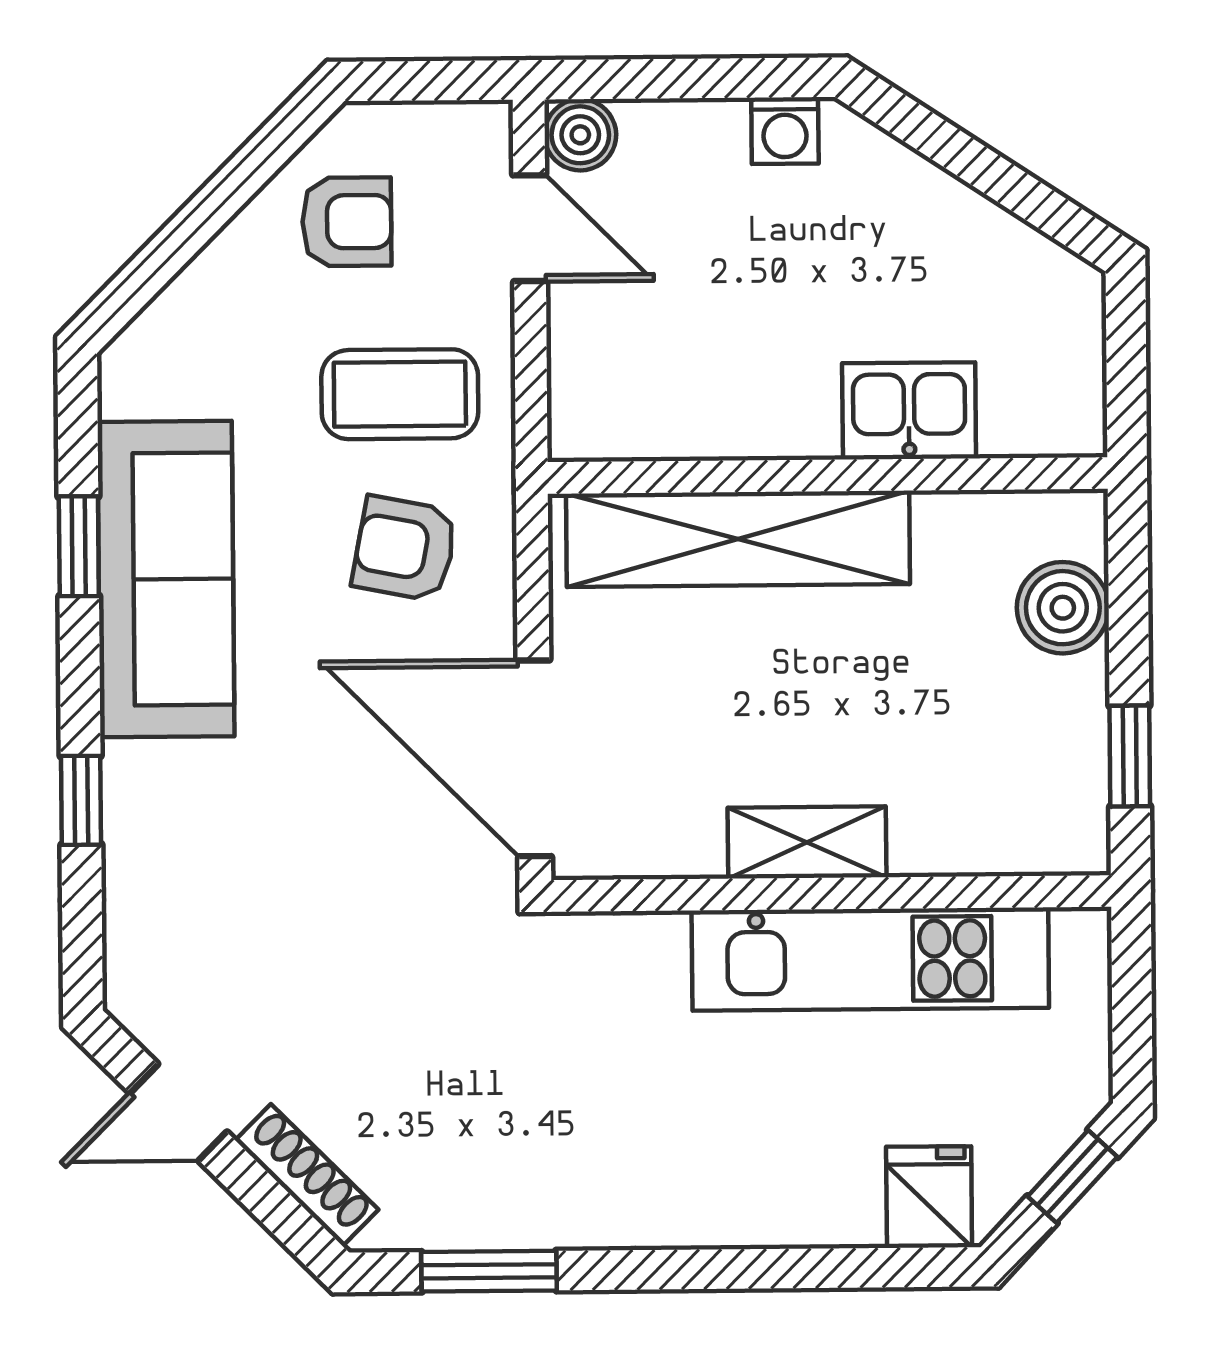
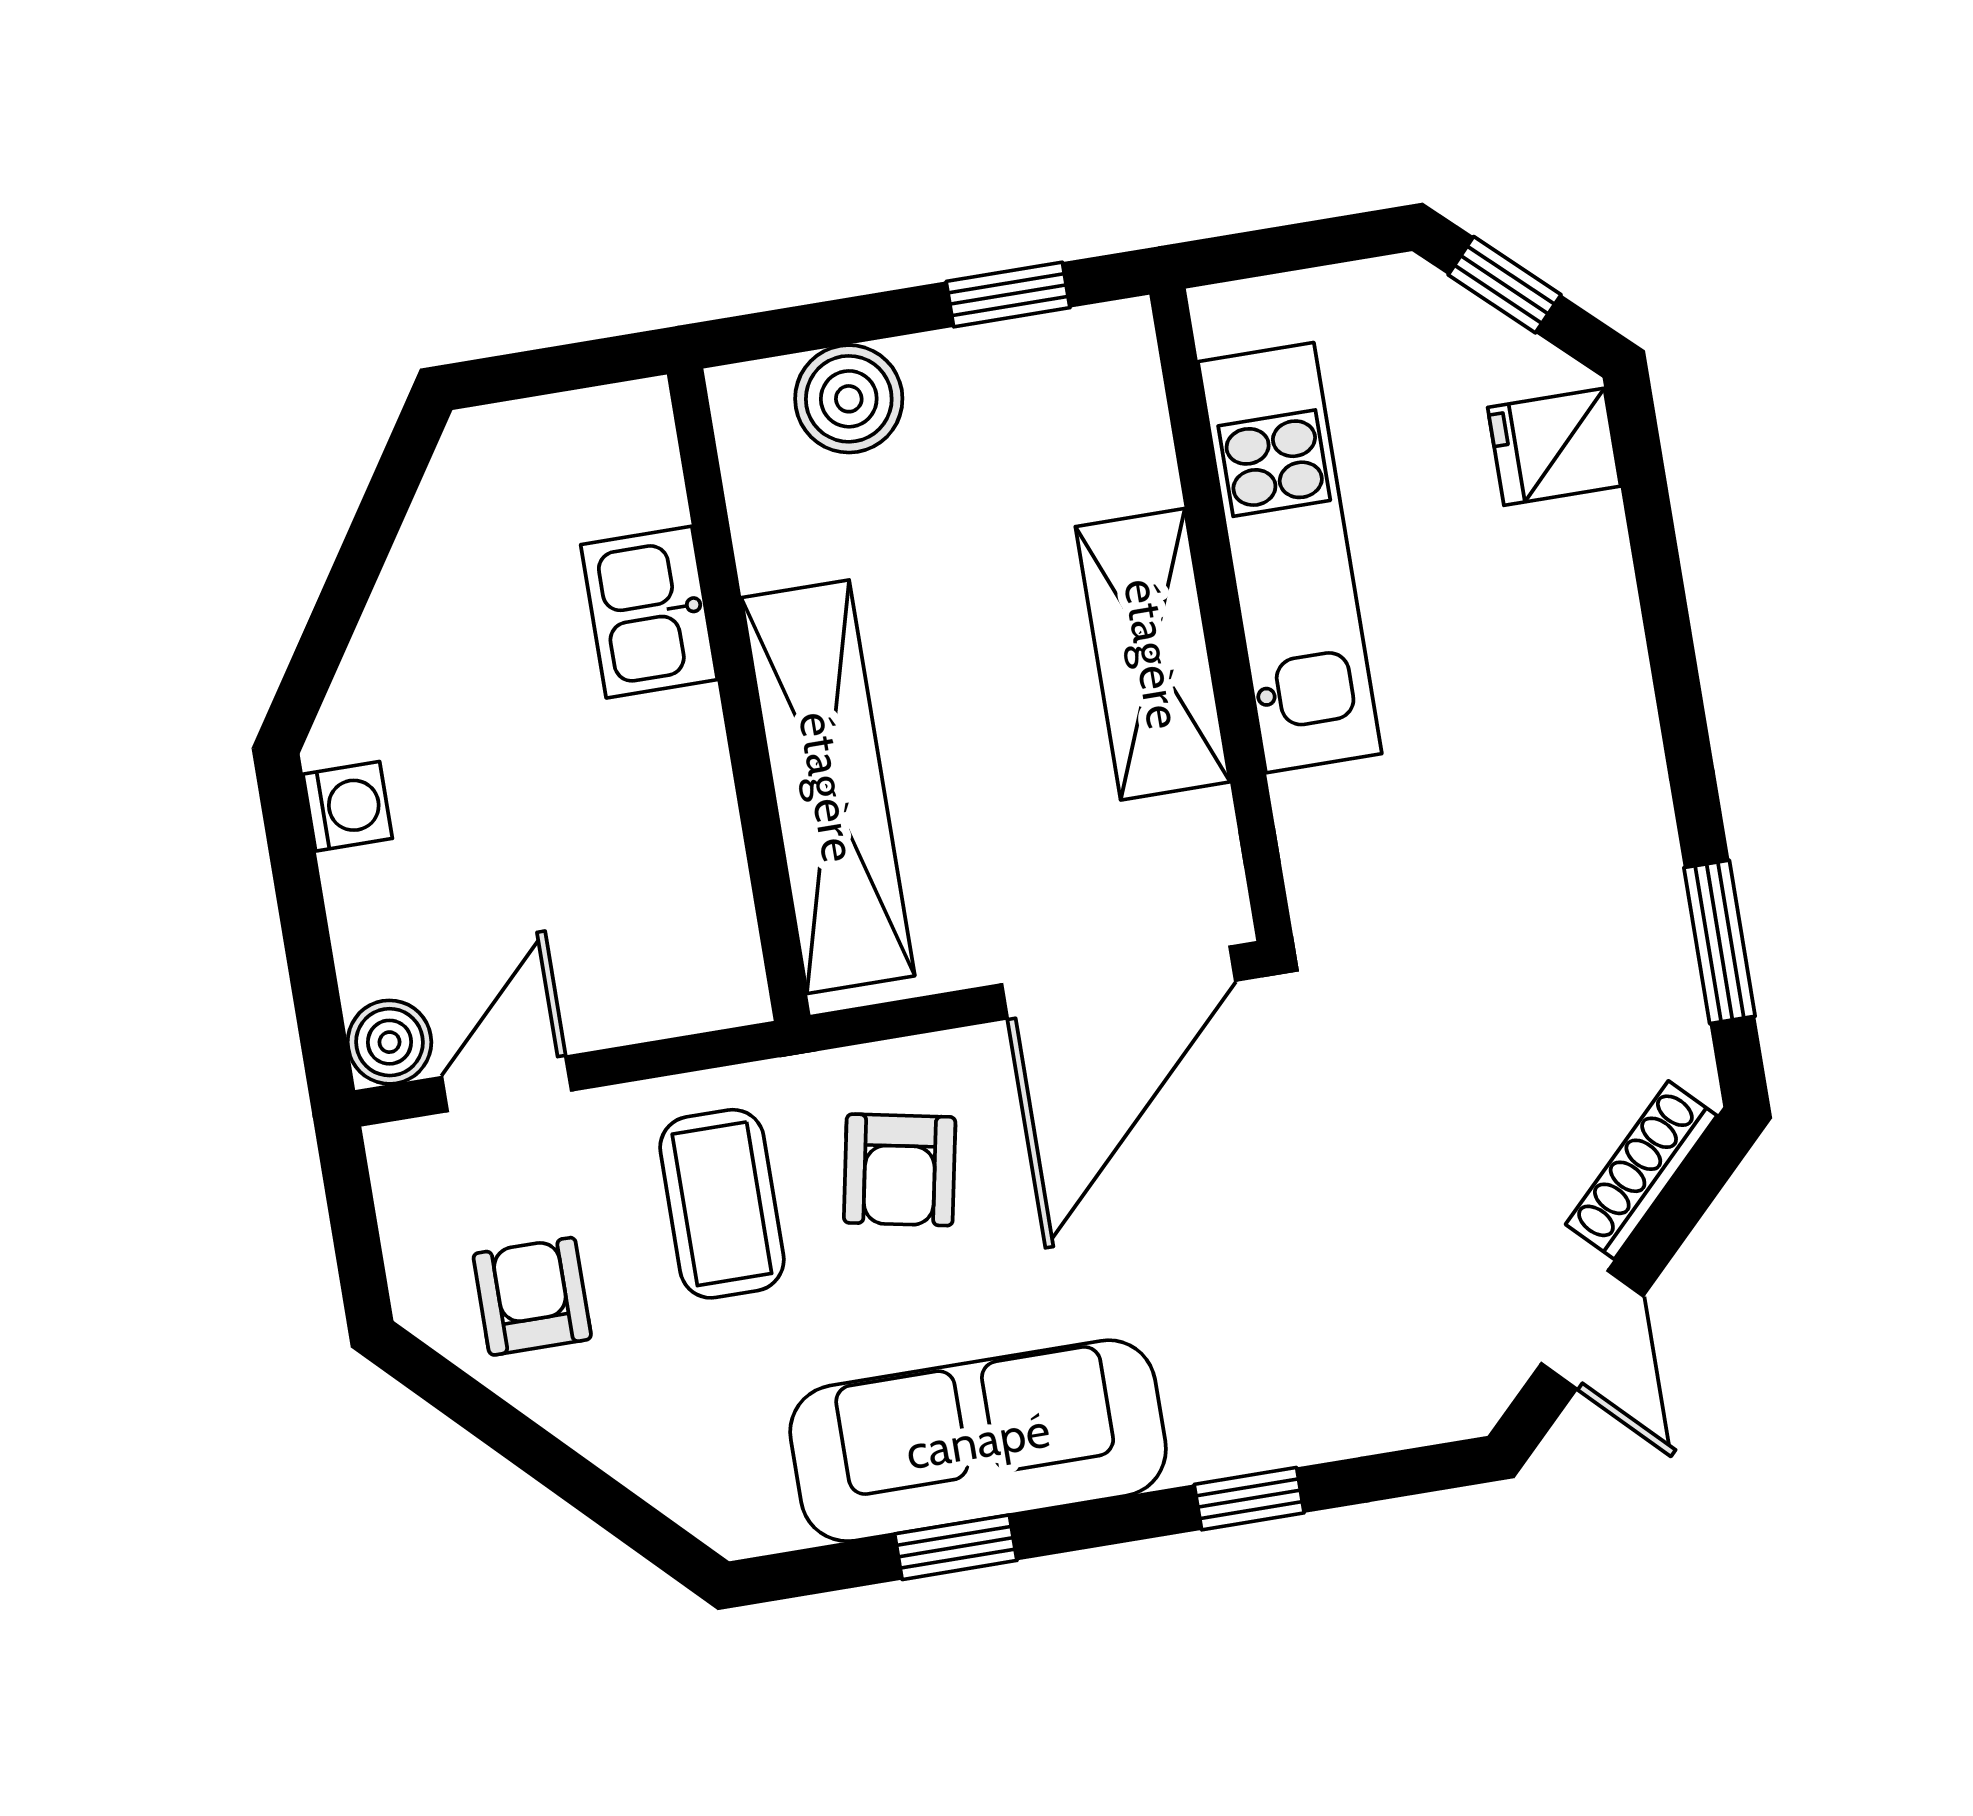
shelving: (807, 842) -> (1153, 654), width x1.50, depth x1.33

